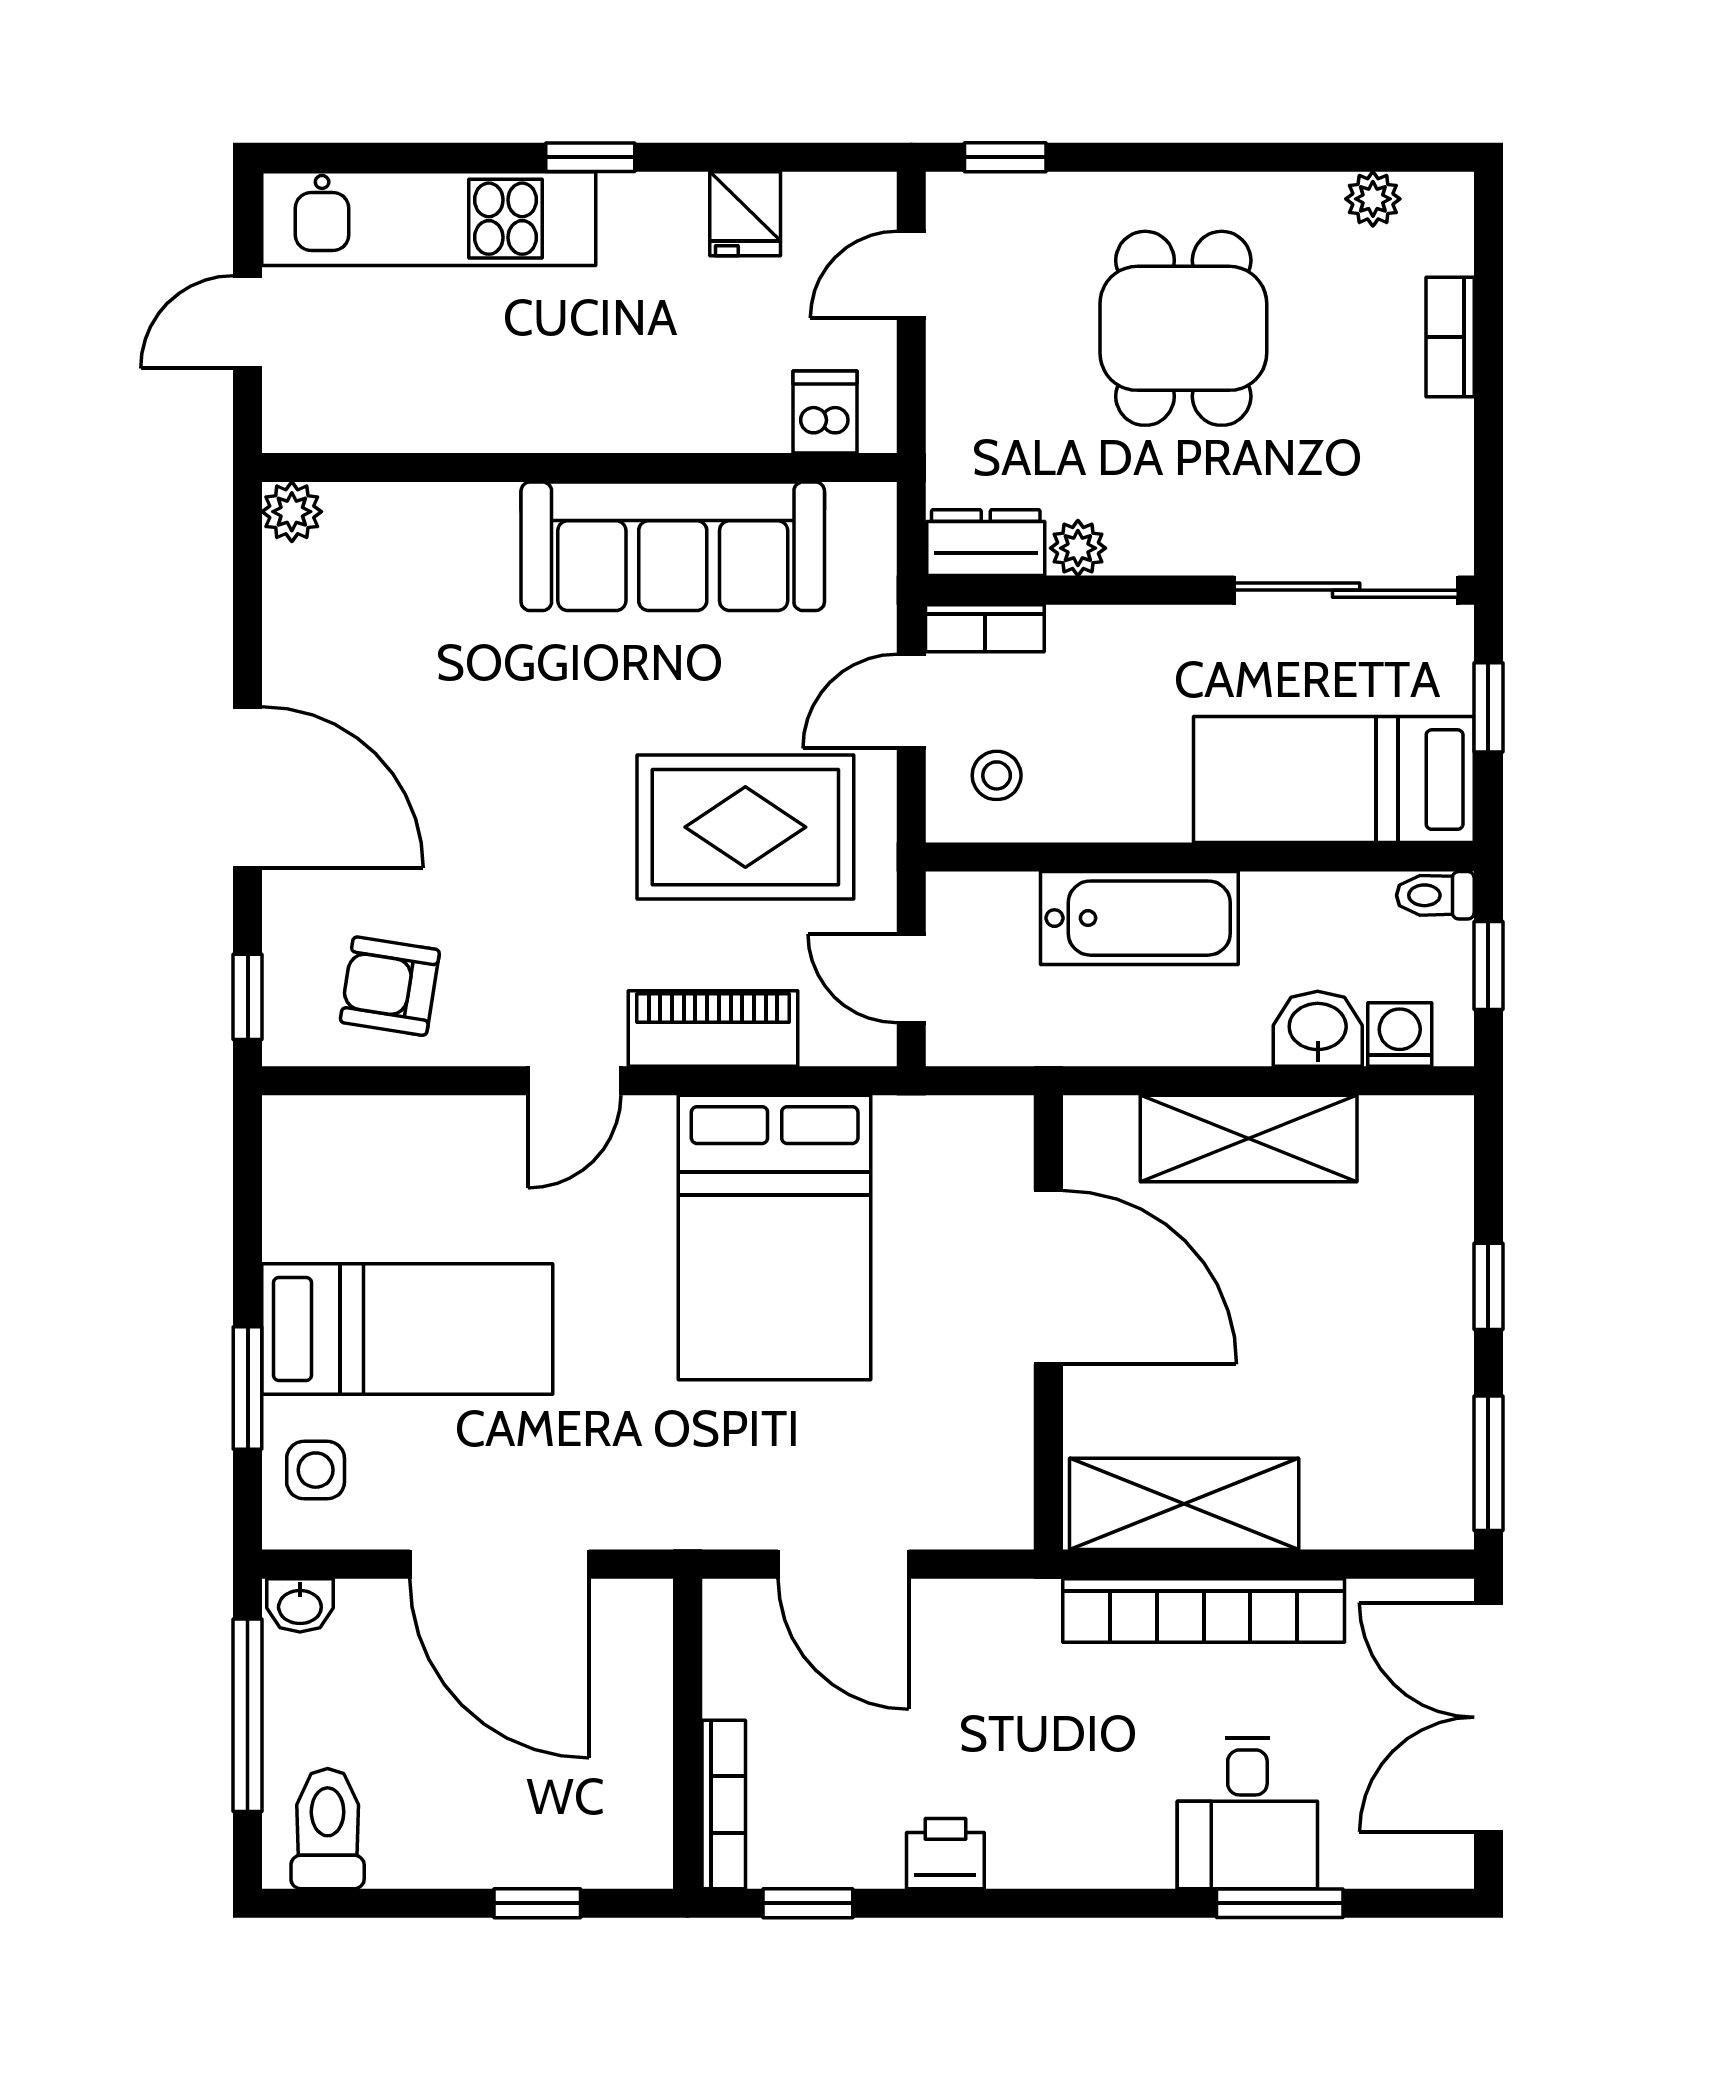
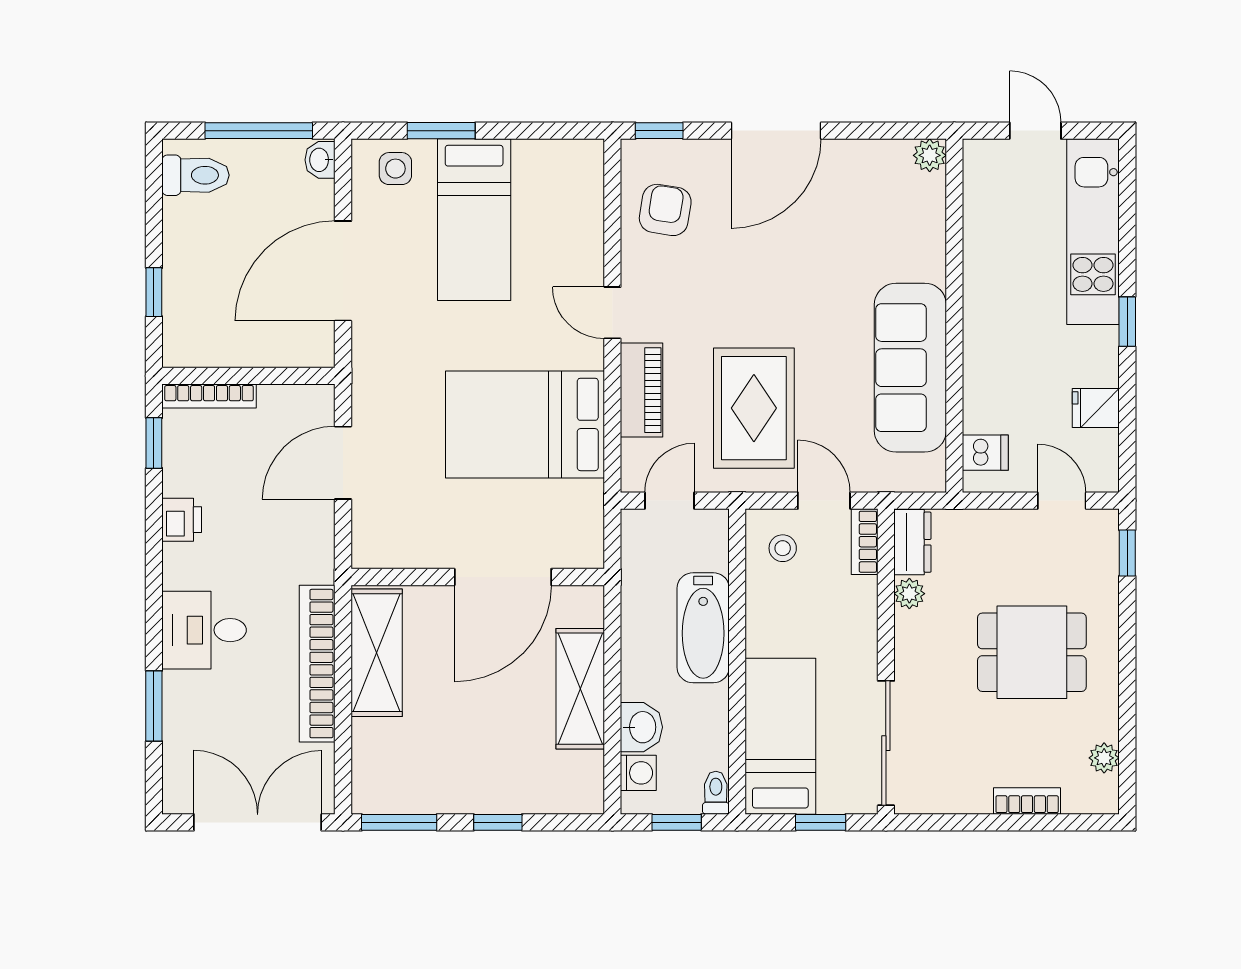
desk: (1247, 1813) -> (204, 630), moved

